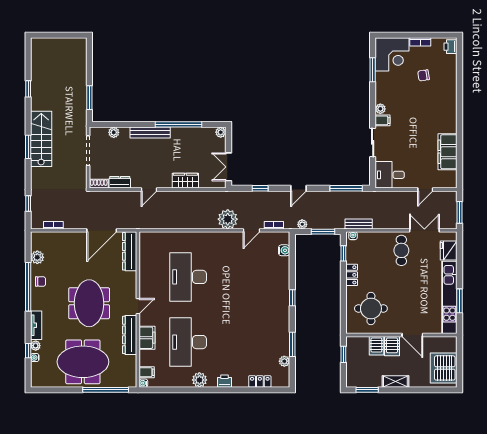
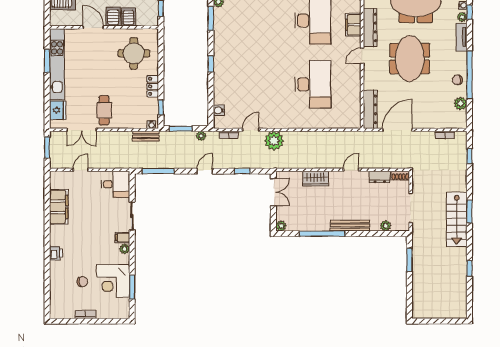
printer: (451, 47) -> (56, 253), moved
corner desk: (392, 54) -> (113, 281), moved, turned -90

